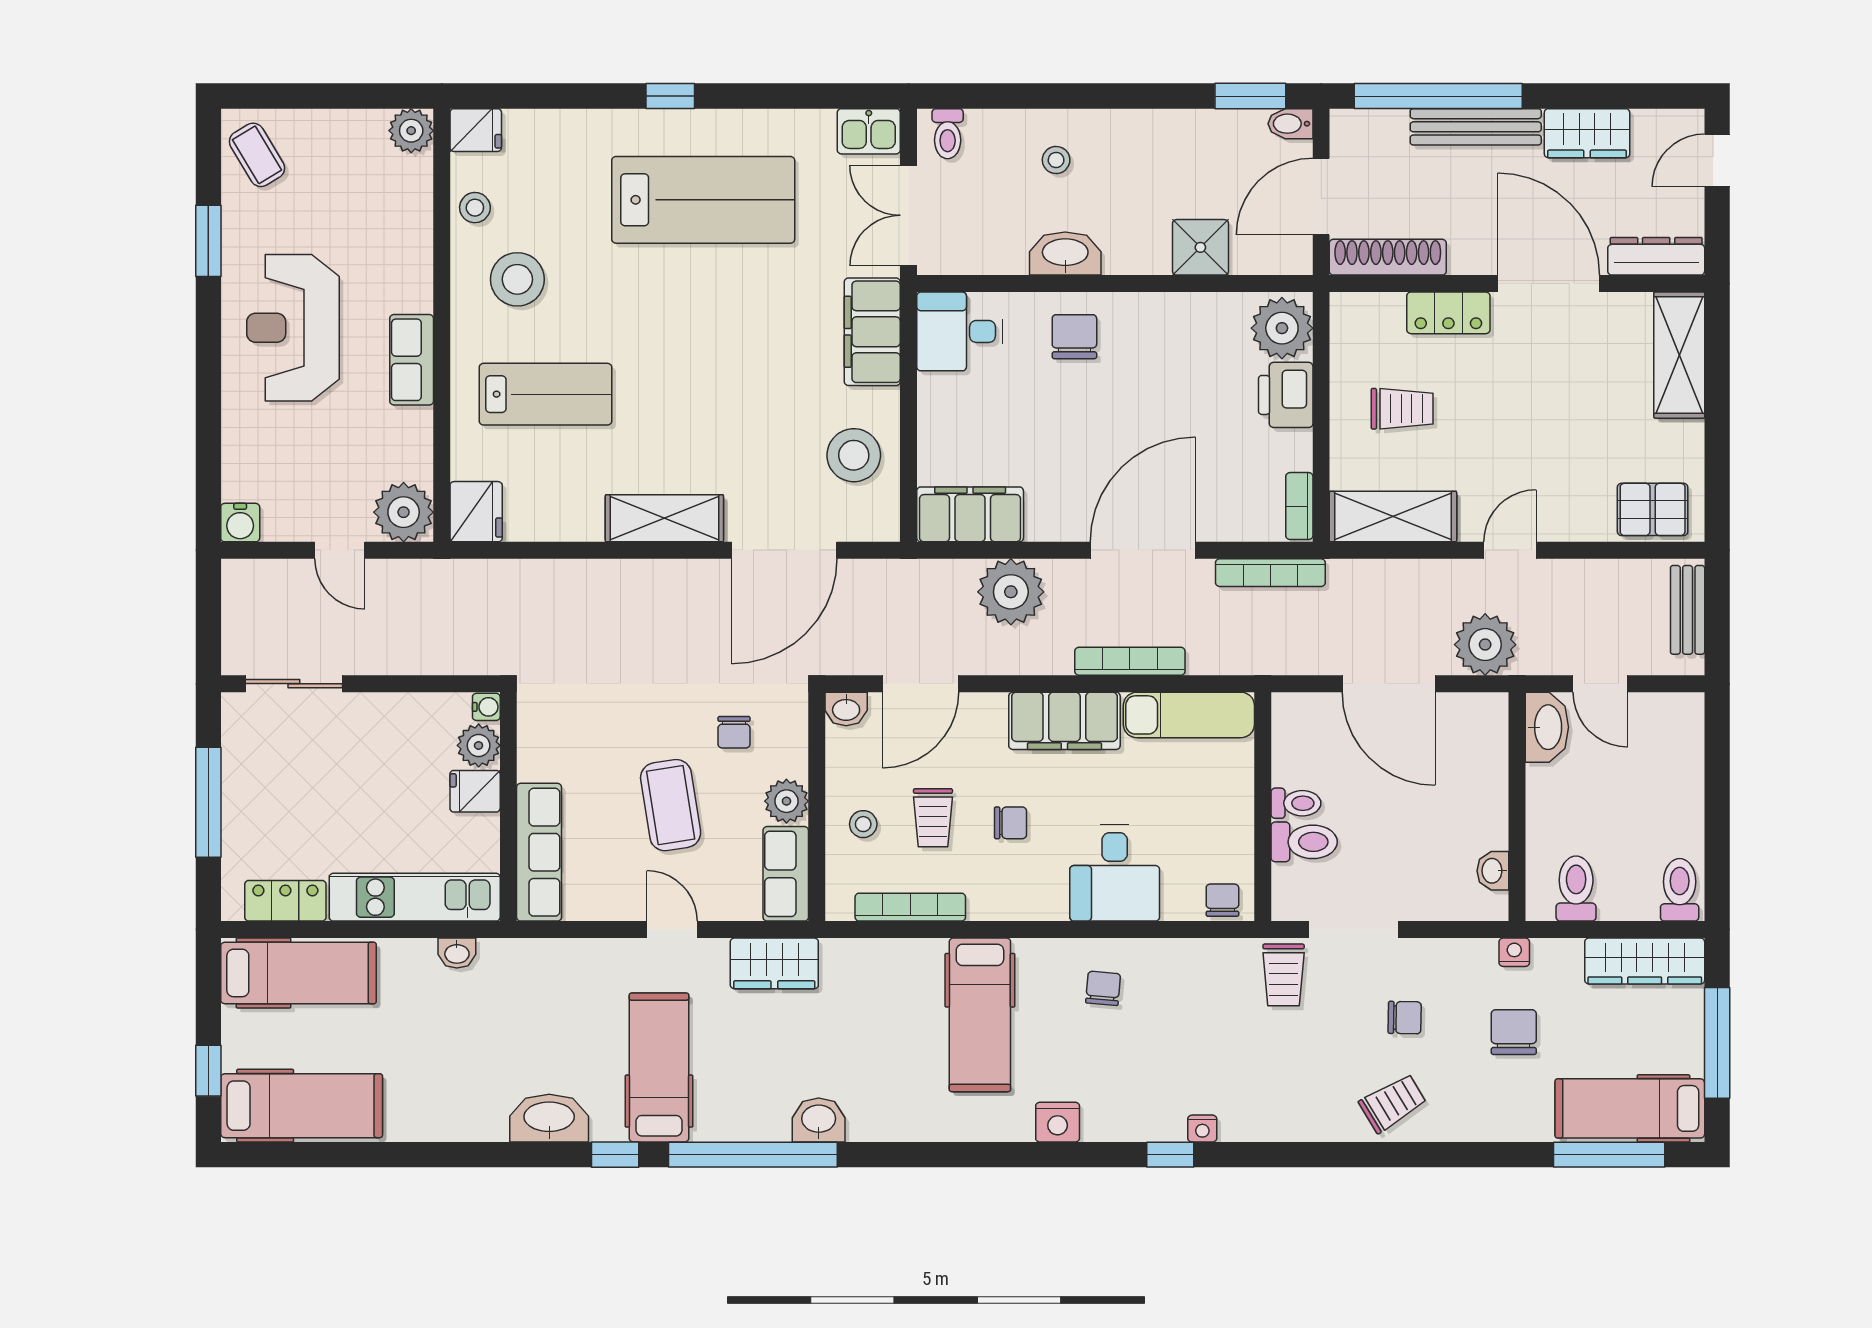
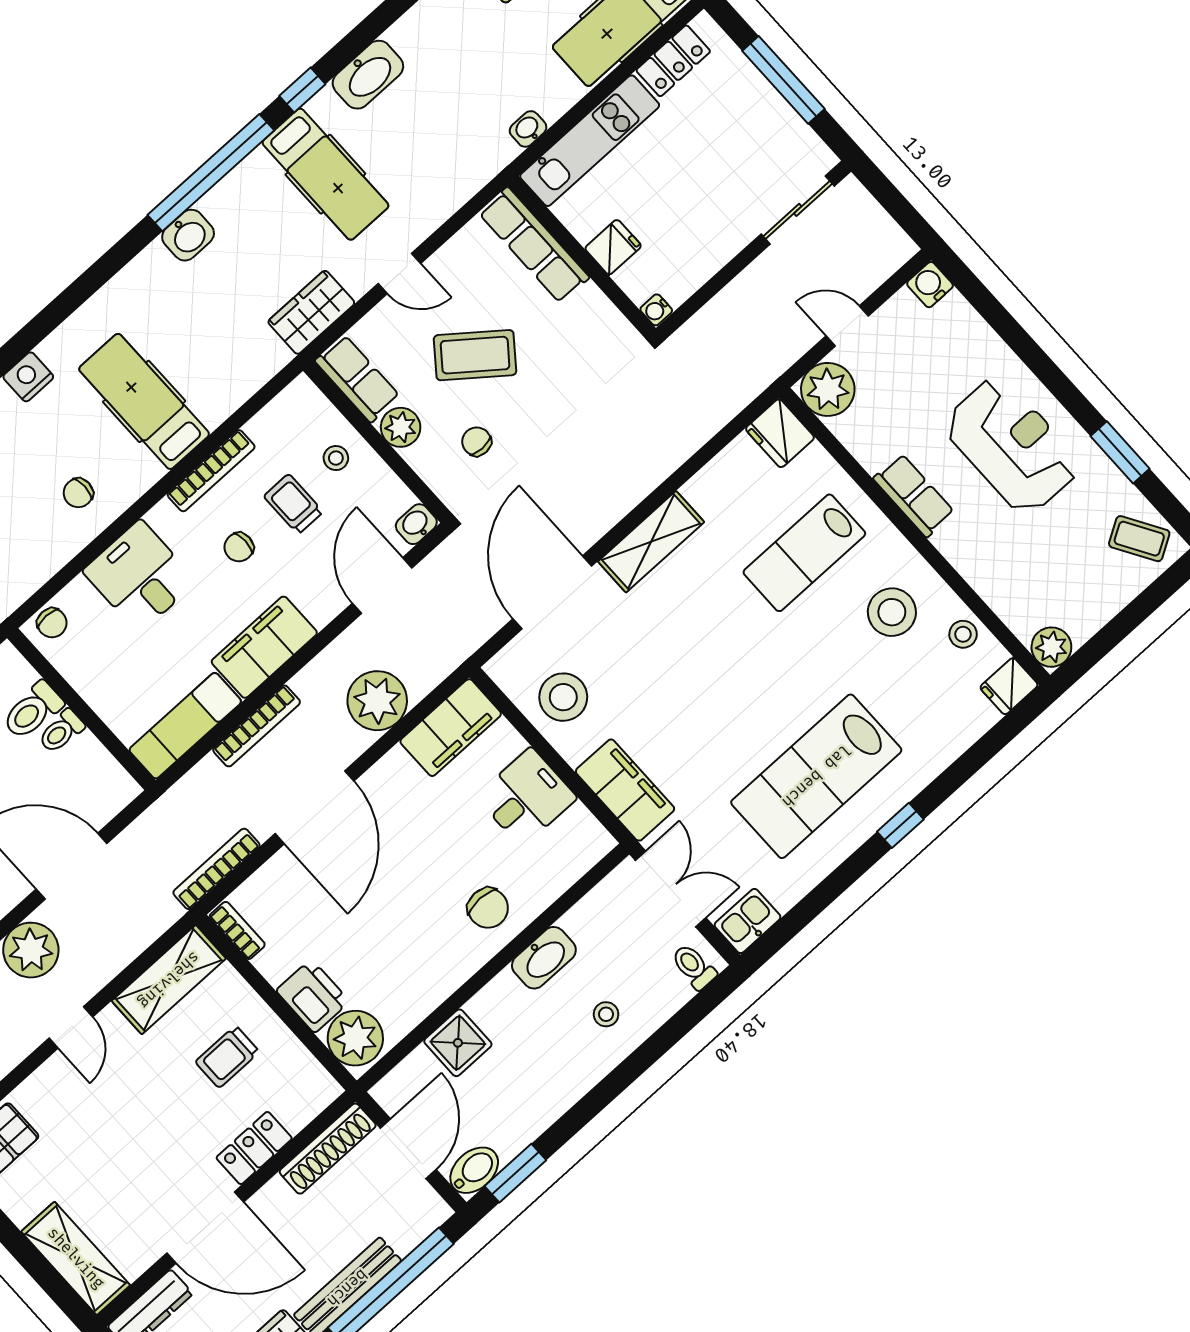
bidet: (1290, 124) -> (474, 1170), width x1.38, depth x1.36
desk: (959, 331) -> (526, 797), moved
plant: (479, 745) -> (638, 280), removed
coffee table: (671, 805) -> (475, 355), turned -43
bookcase: (910, 907) -> (211, 471), moved
chair: (1103, 988) -> (78, 493), turned 85

